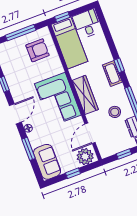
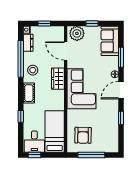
window: (62, 17) -> (35, 155), moved
armchair: (38, 50) -> (83, 135), turned -89
window: (119, 65) -> (21, 116), moved
wardrobe: (85, 95) -> (58, 79), width x0.67
stool: (115, 112) -> (33, 70), moved
door: (90, 133) -> (66, 51), swing flipped

